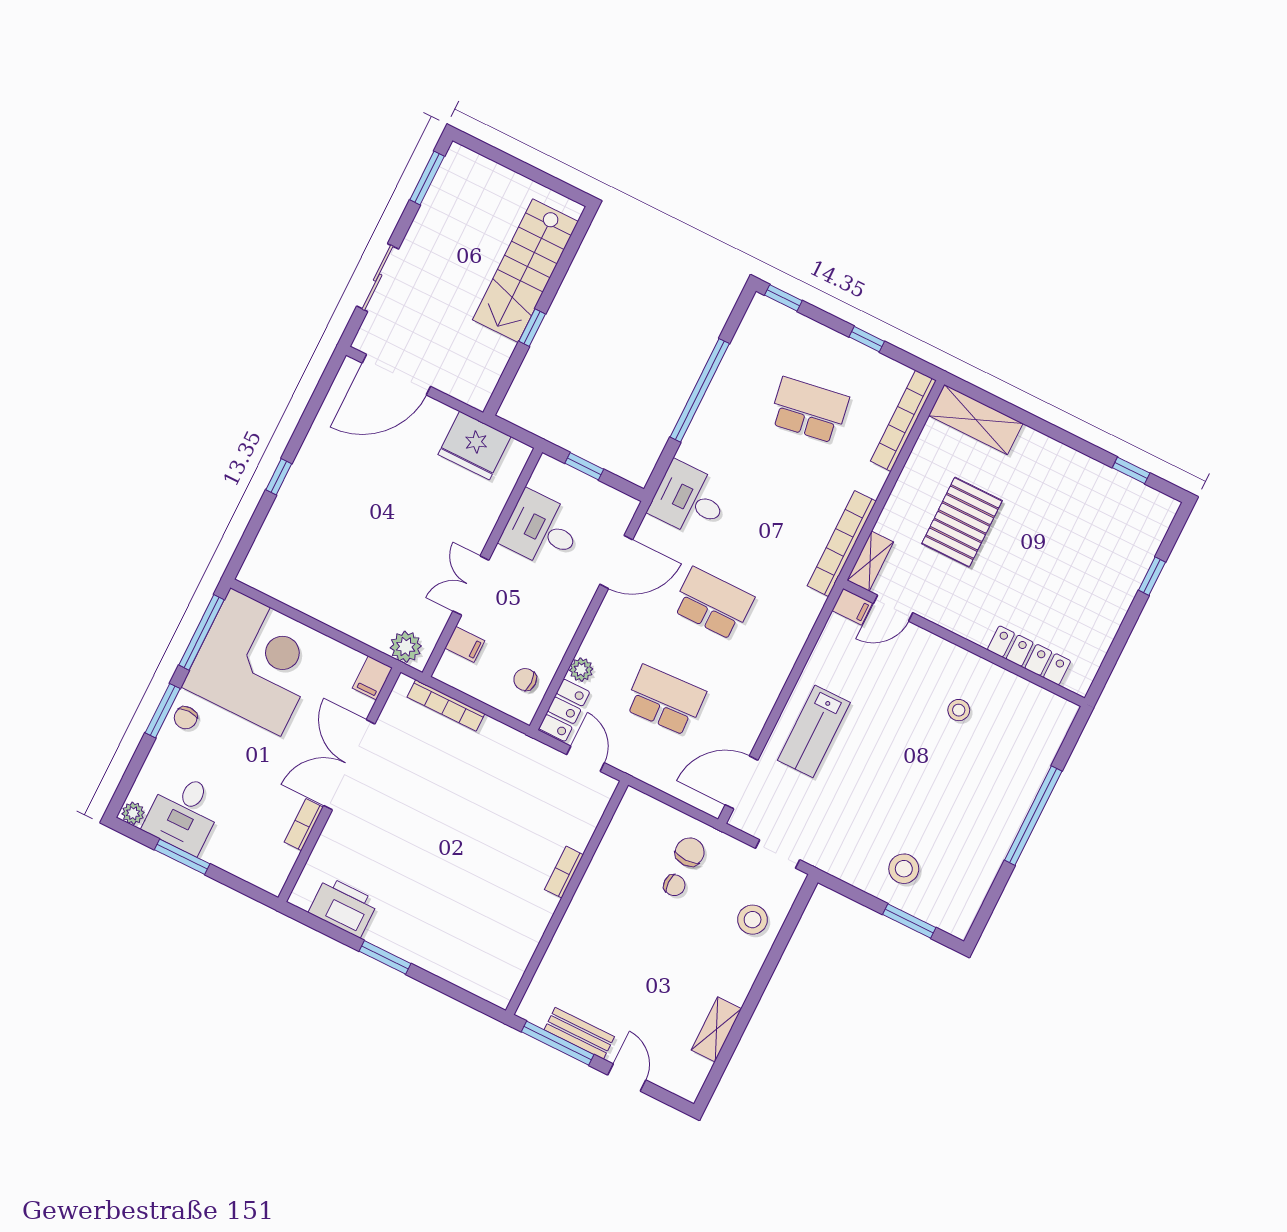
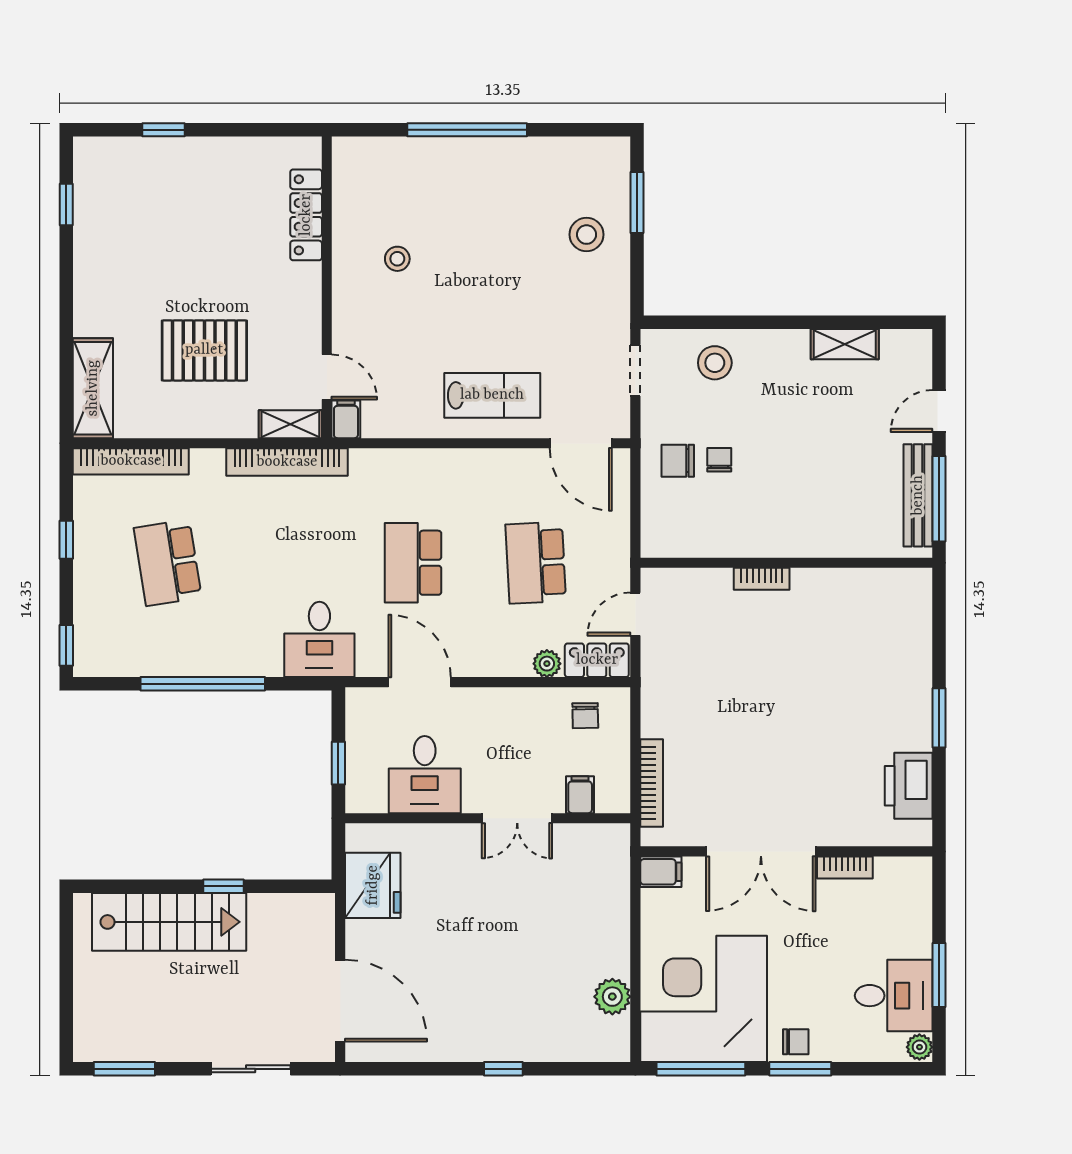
plant: (406, 647) -> (612, 997), moved
bench: (579, 1033) -> (918, 495), width x1.36

